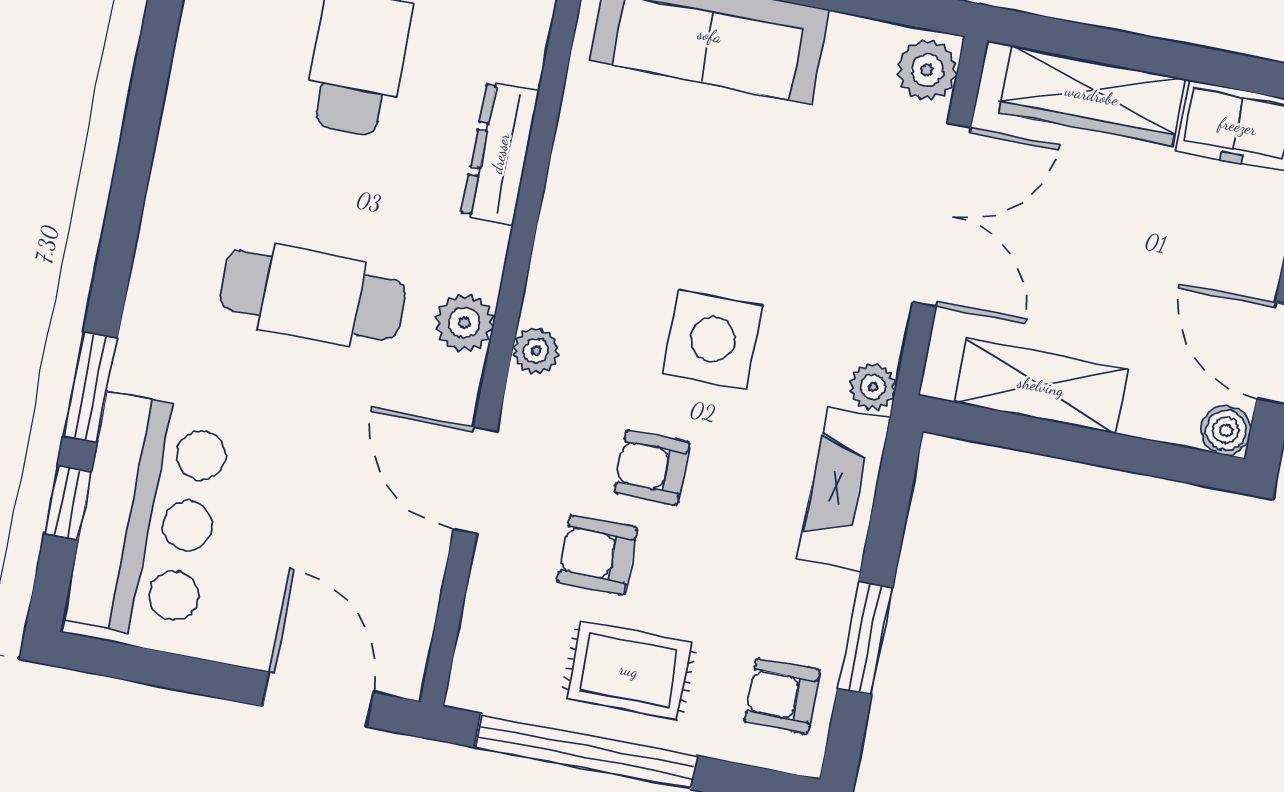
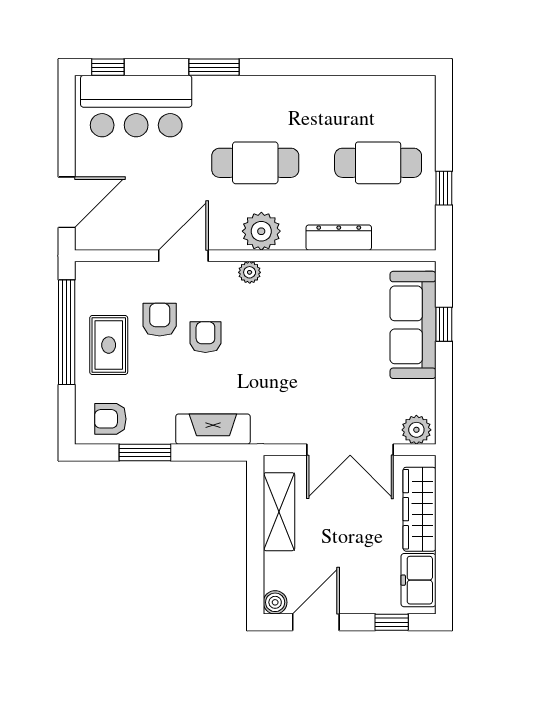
cafe table: (313, 295) -> (255, 163), turned 90
plant: (464, 323) -> (261, 231), width x1.36, depth x1.36
side table: (713, 339) -> (271, 354), removed
window: (90, 387) -> (214, 67), moved
plant: (873, 387) -> (263, 433), removed
window: (68, 503) -> (108, 67), moved
armchair: (782, 696) -> (110, 419), turned -90

